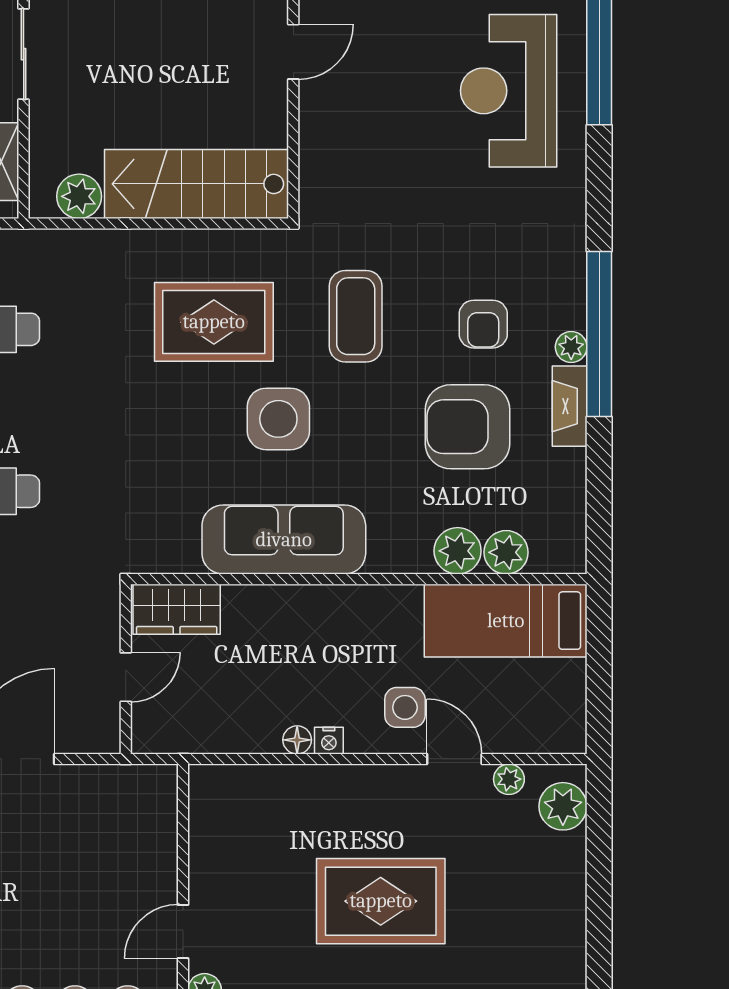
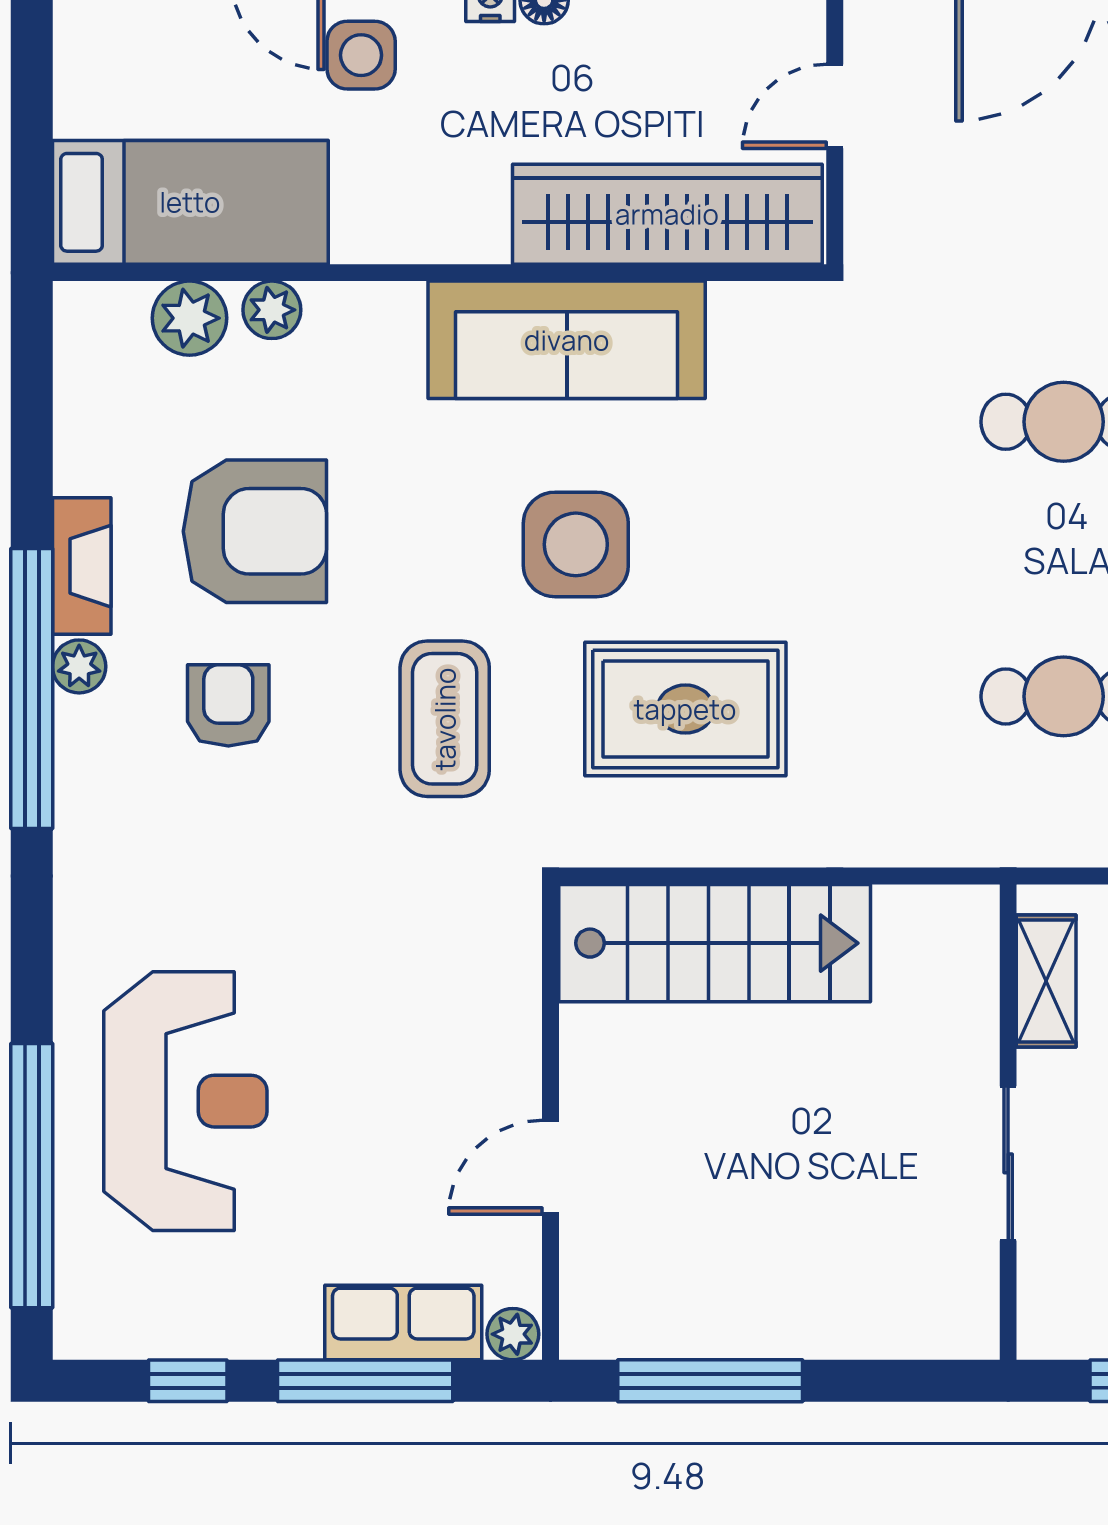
plant: (79, 196) -> (914, 922), removed
plant: (458, 551) -> (272, 310), width x0.73, depth x0.73
wardrobe: (177, 609) -> (667, 214), width x2.10, depth x1.17

